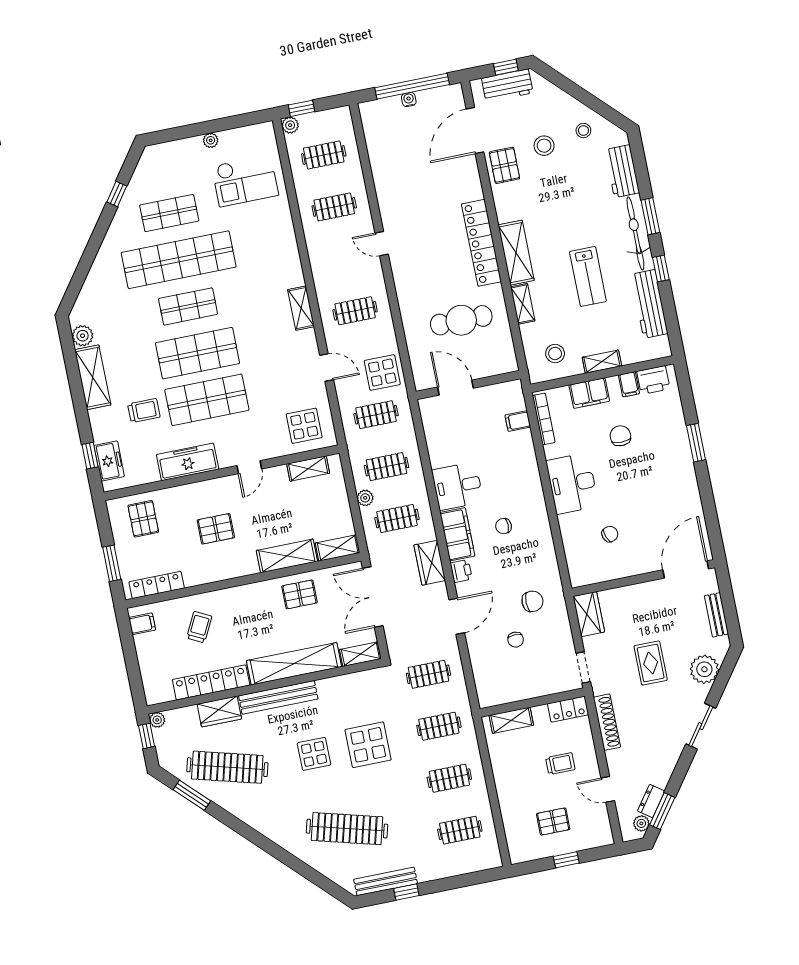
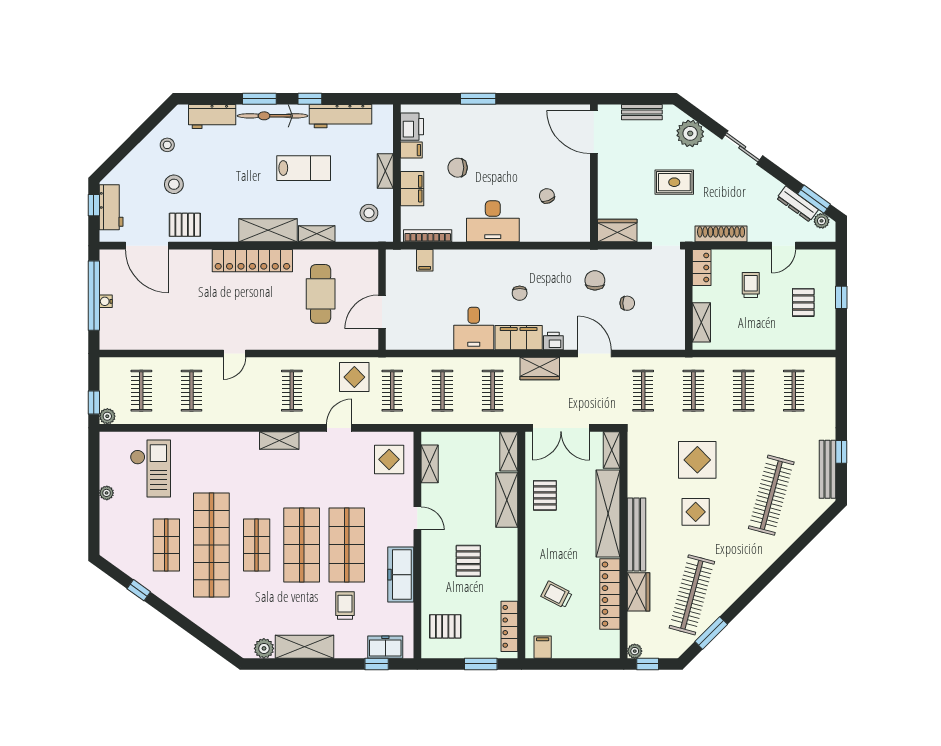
plant: (365, 498) -> (467, 416), removed
dresser: (651, 801) -> (798, 204), width x1.44

